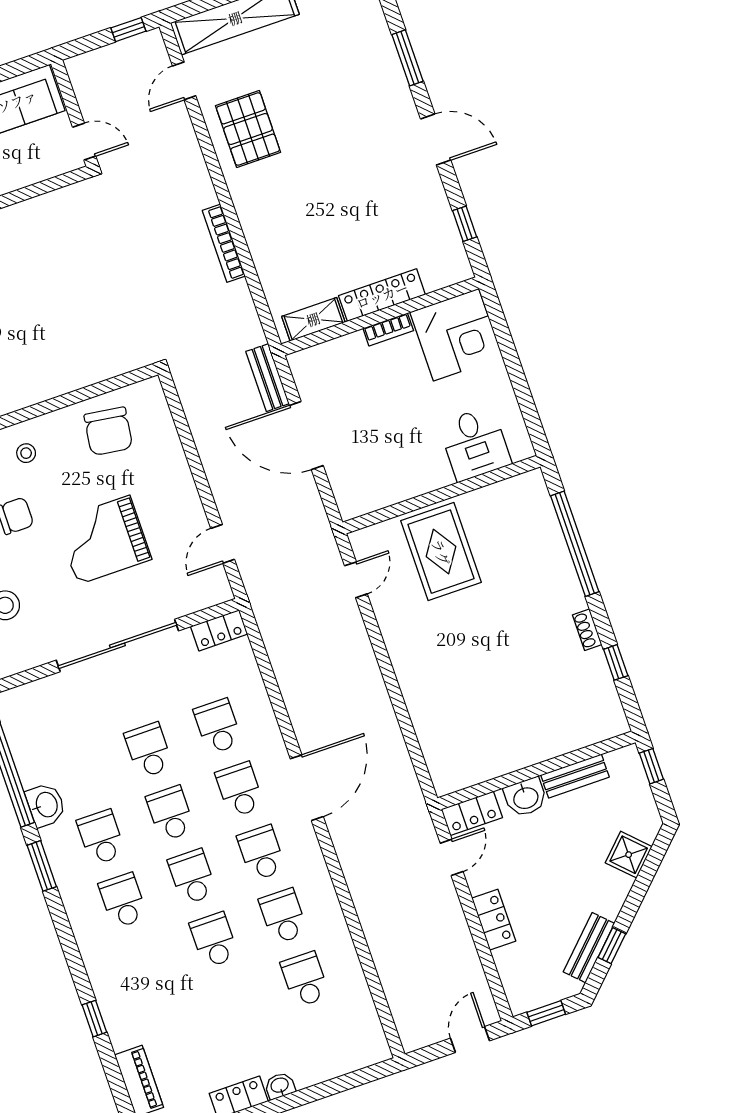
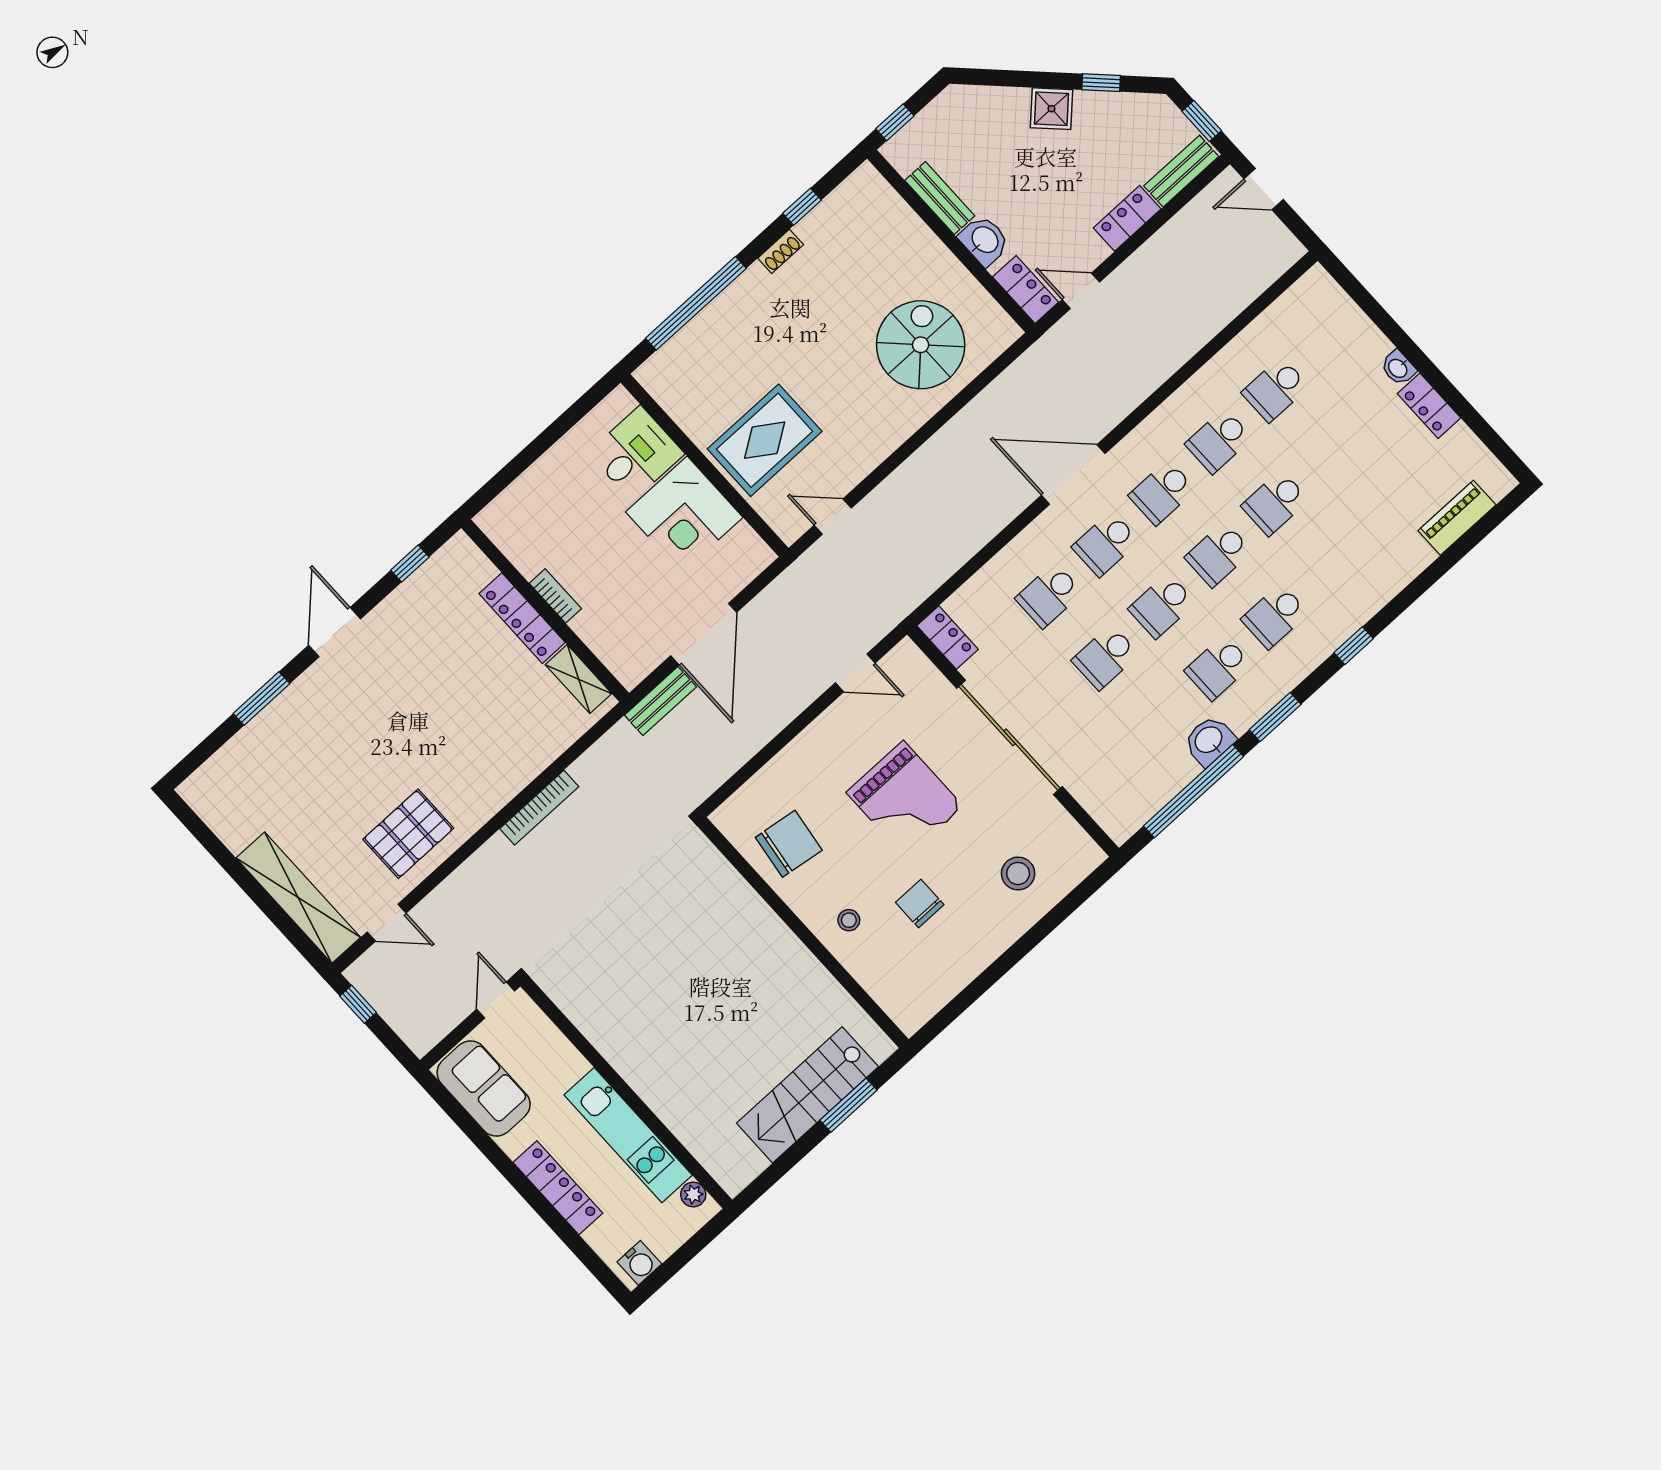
corner desk: (456, 335) -> (684, 515), moved, turned 180
spiral stairs: (464, 710) -> (921, 345), added
shower: (629, 855) -> (1051, 109), moved
bench: (589, 948) -> (1181, 171), moved, turned -45
window: (94, 1019) -> (1354, 646), moved

